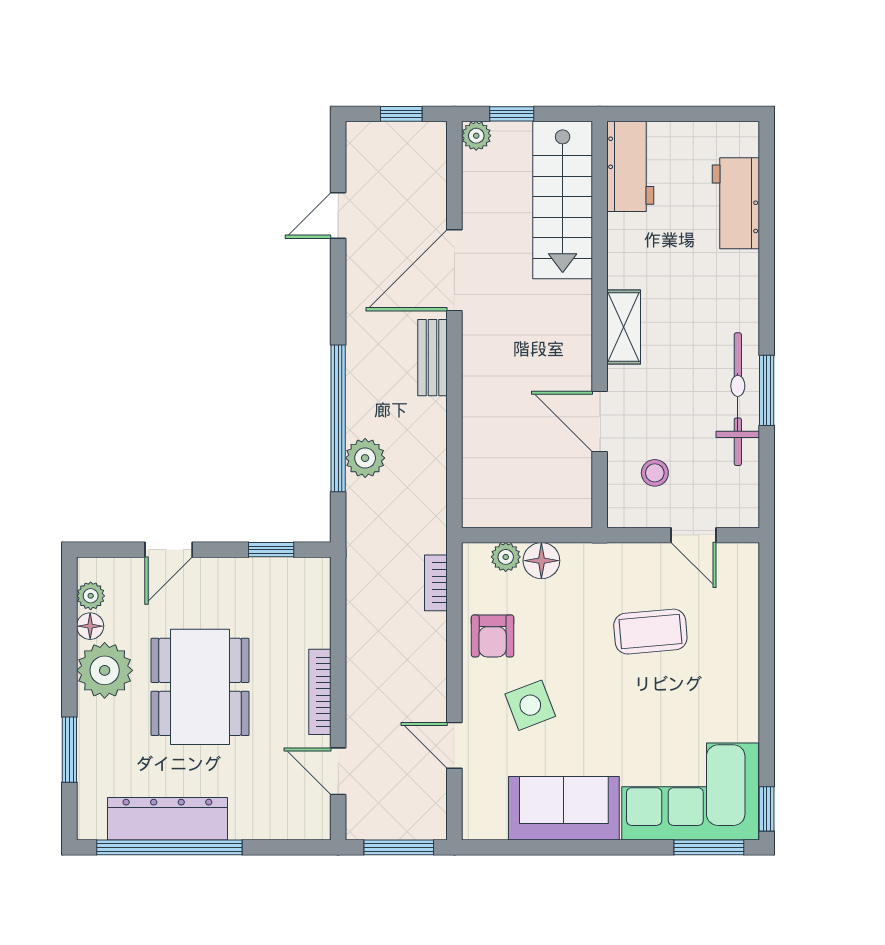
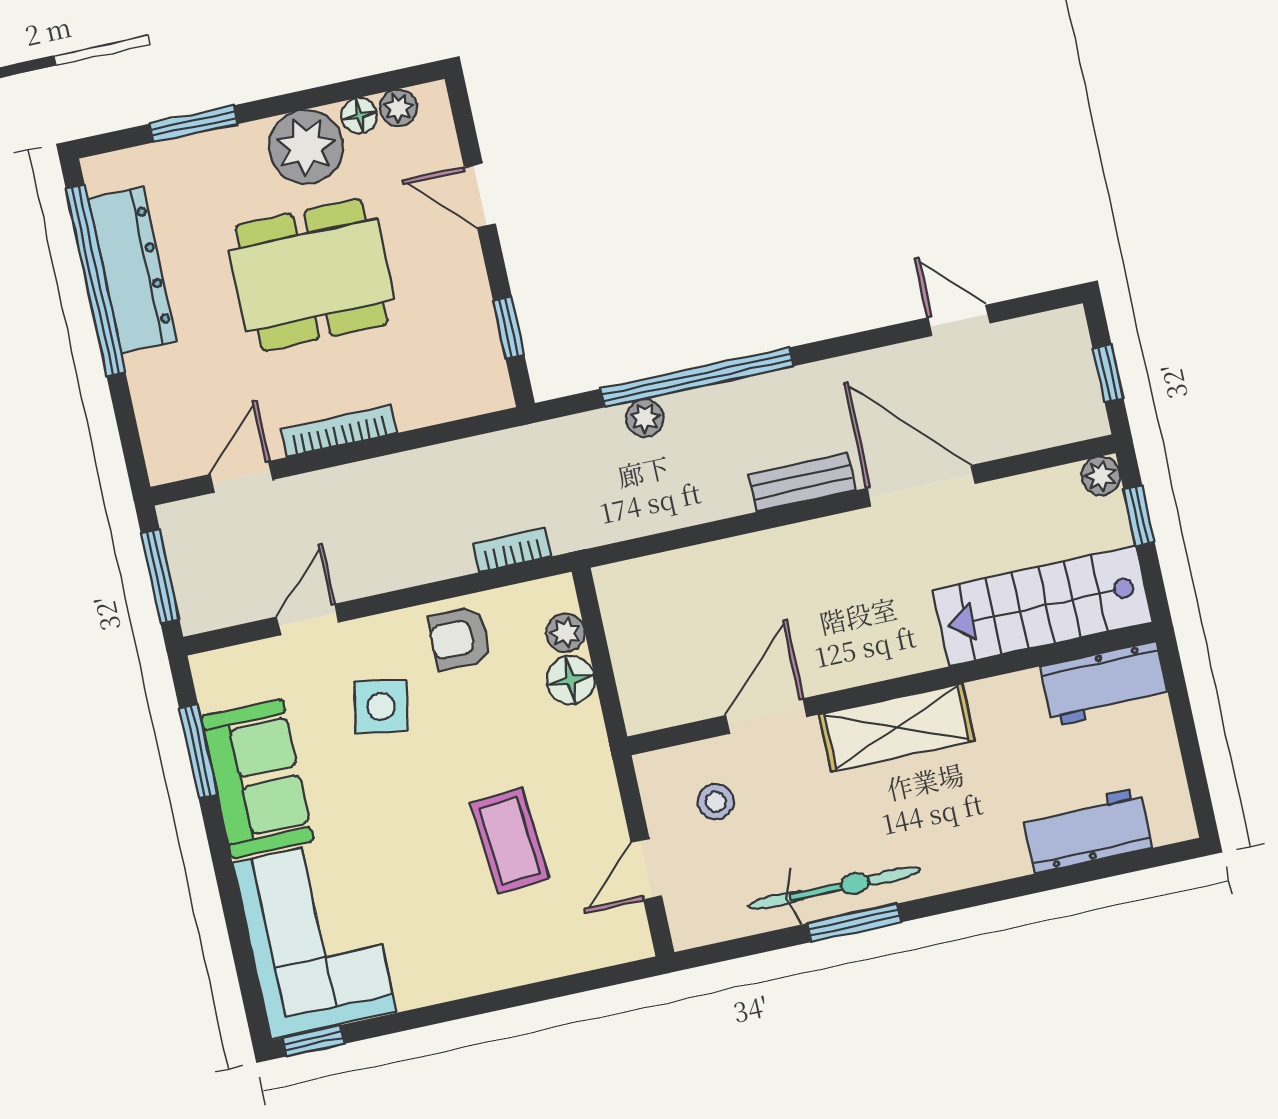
shelving: (624, 327) -> (897, 727), width x1.50, depth x1.33
plant: (365, 458) -> (645, 418), width x0.73, depth x0.73
side table: (530, 705) -> (381, 706), turned 32
window: (709, 847) -> (198, 751), moved

